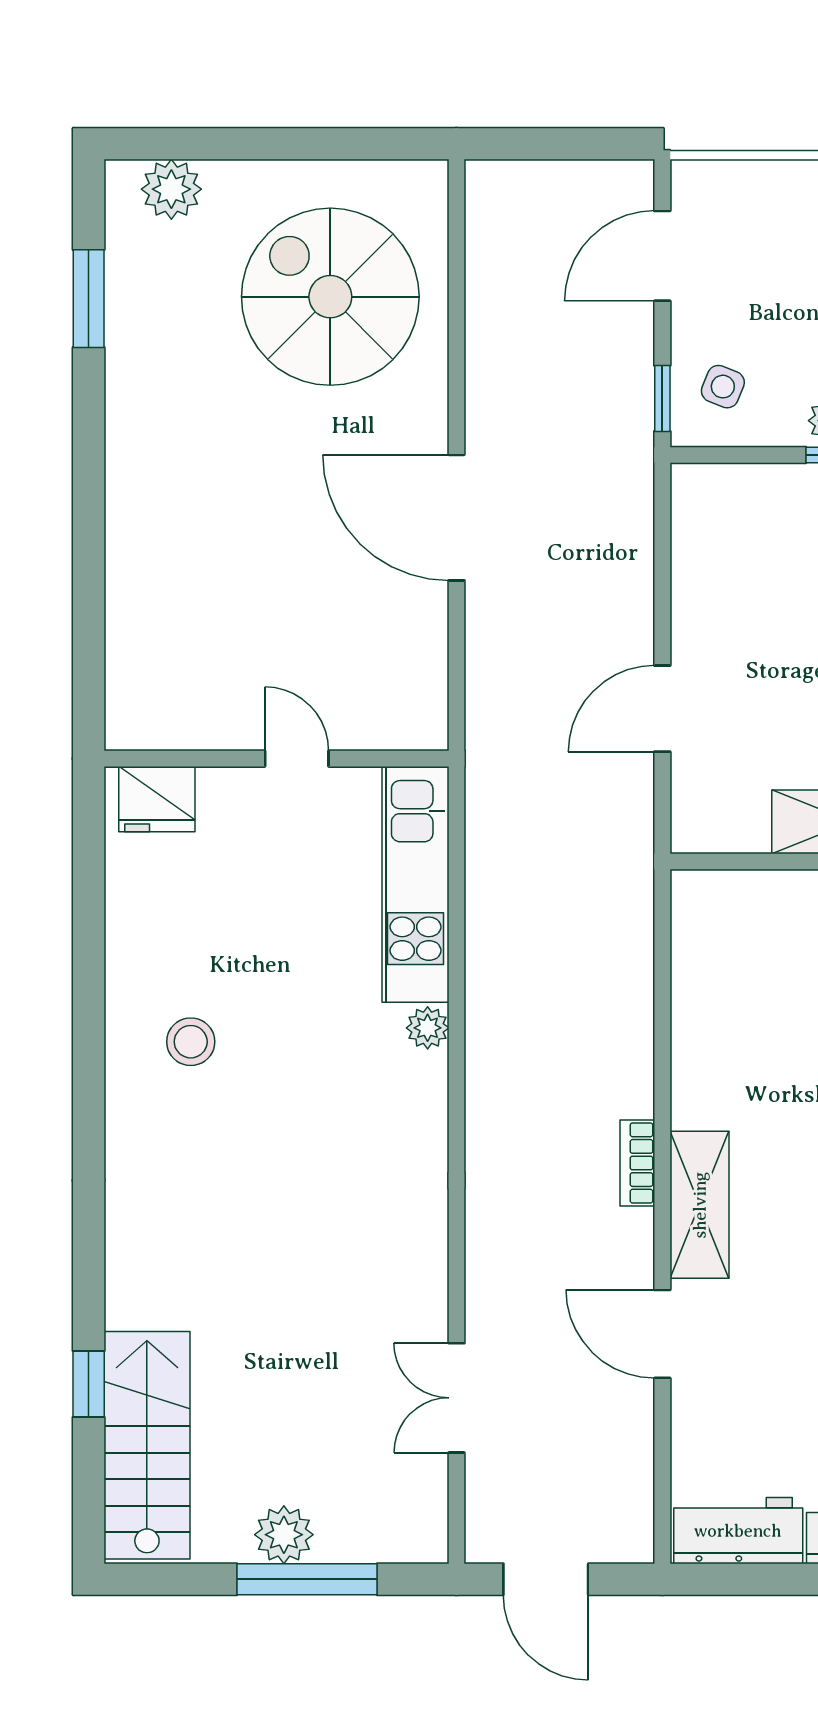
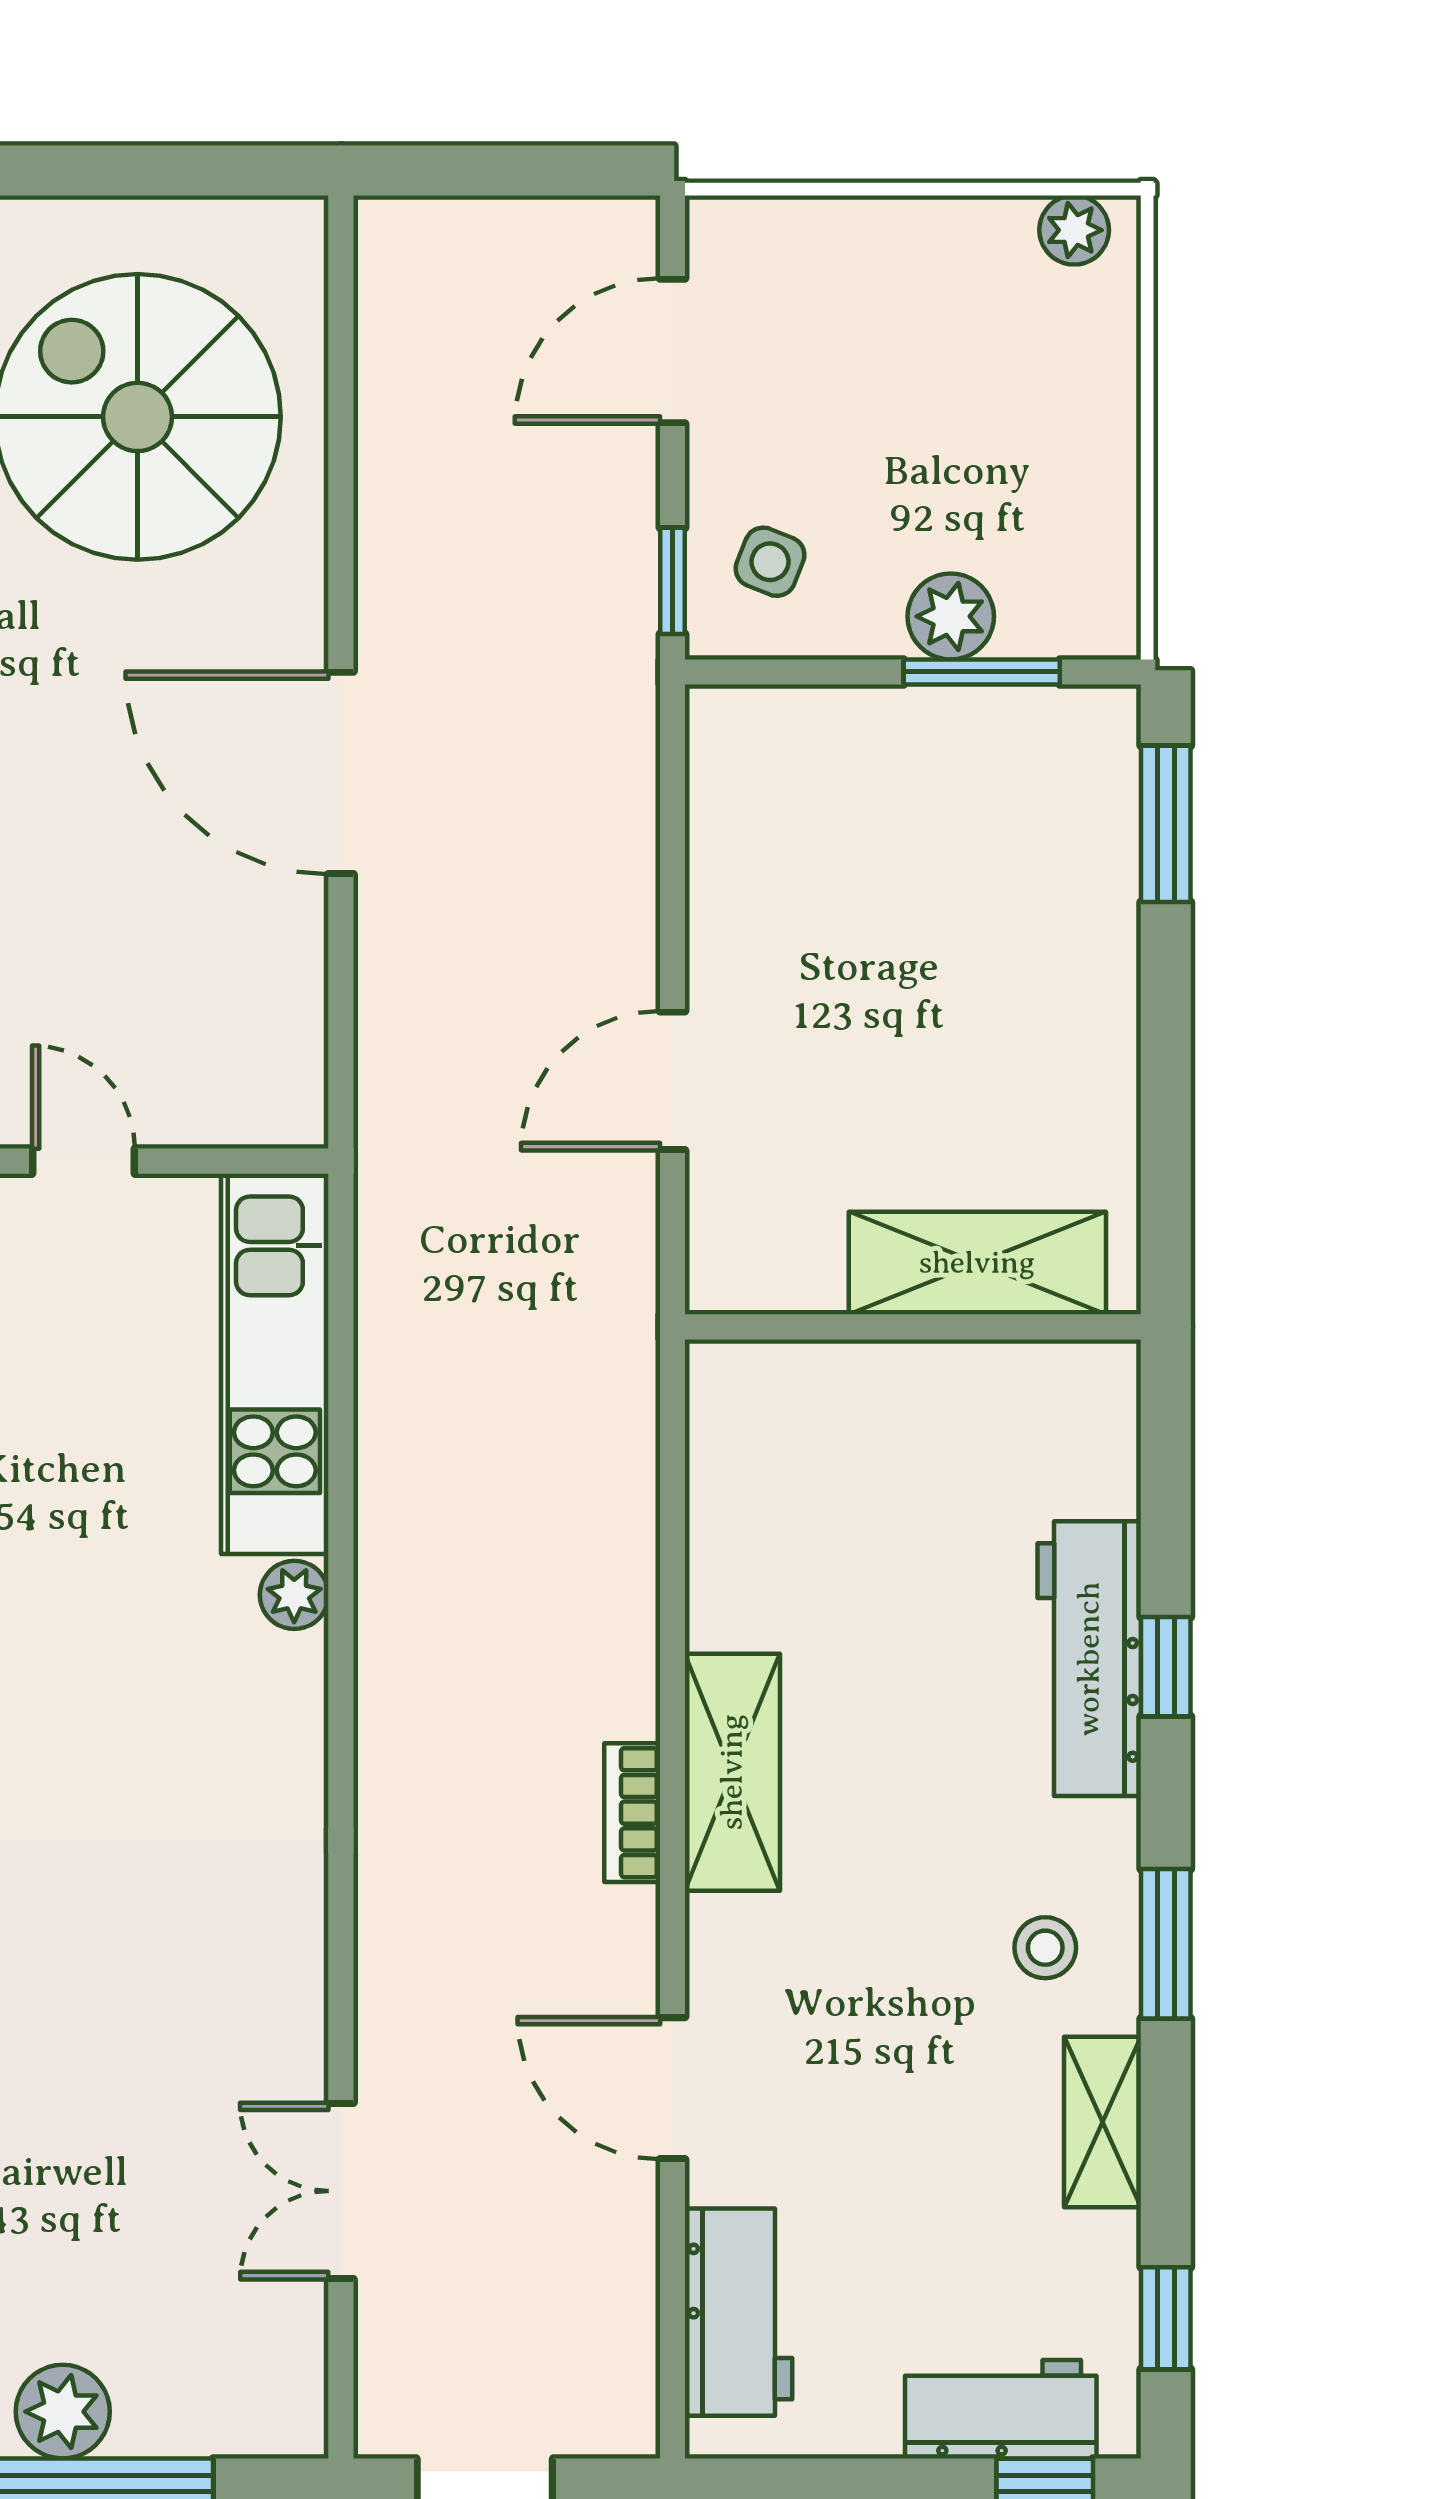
shelving: (700, 1205) -> (732, 1772), moved
workbench: (738, 1531) -> (739, 2312), moved, turned 90

